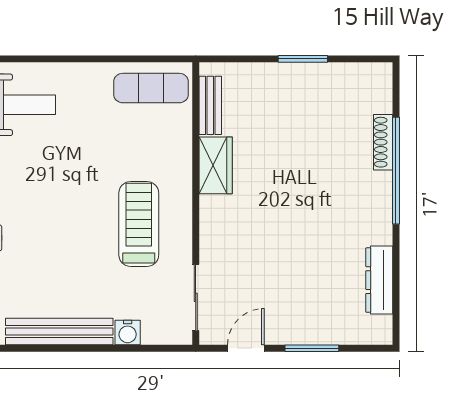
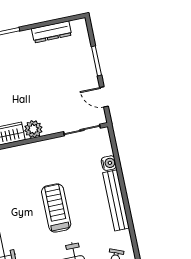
plant: (215, 212) -> (33, 129), added
treadmill: (139, 224) -> (56, 208), moved, turned 90

